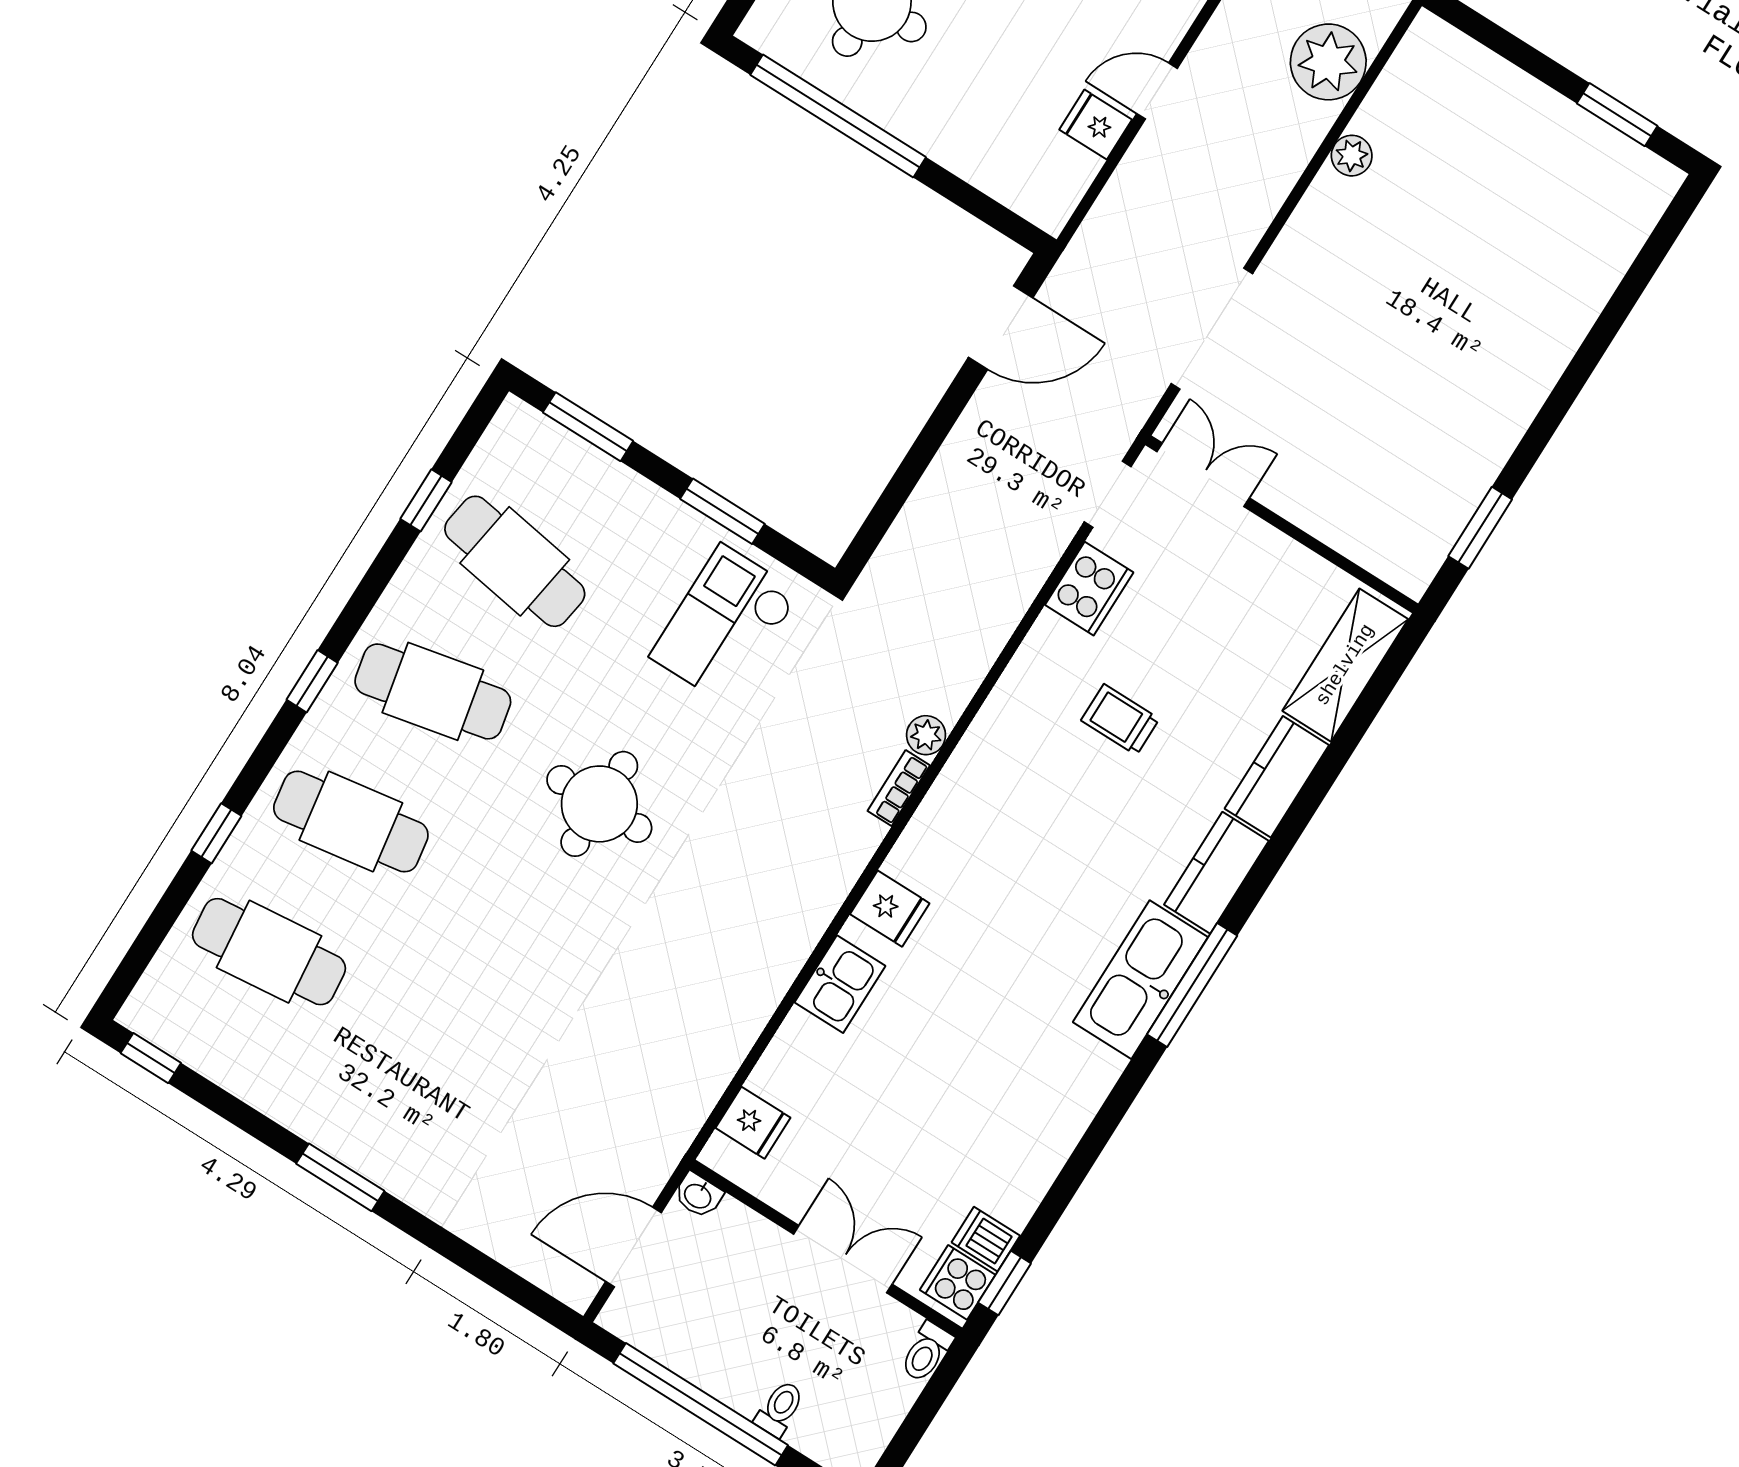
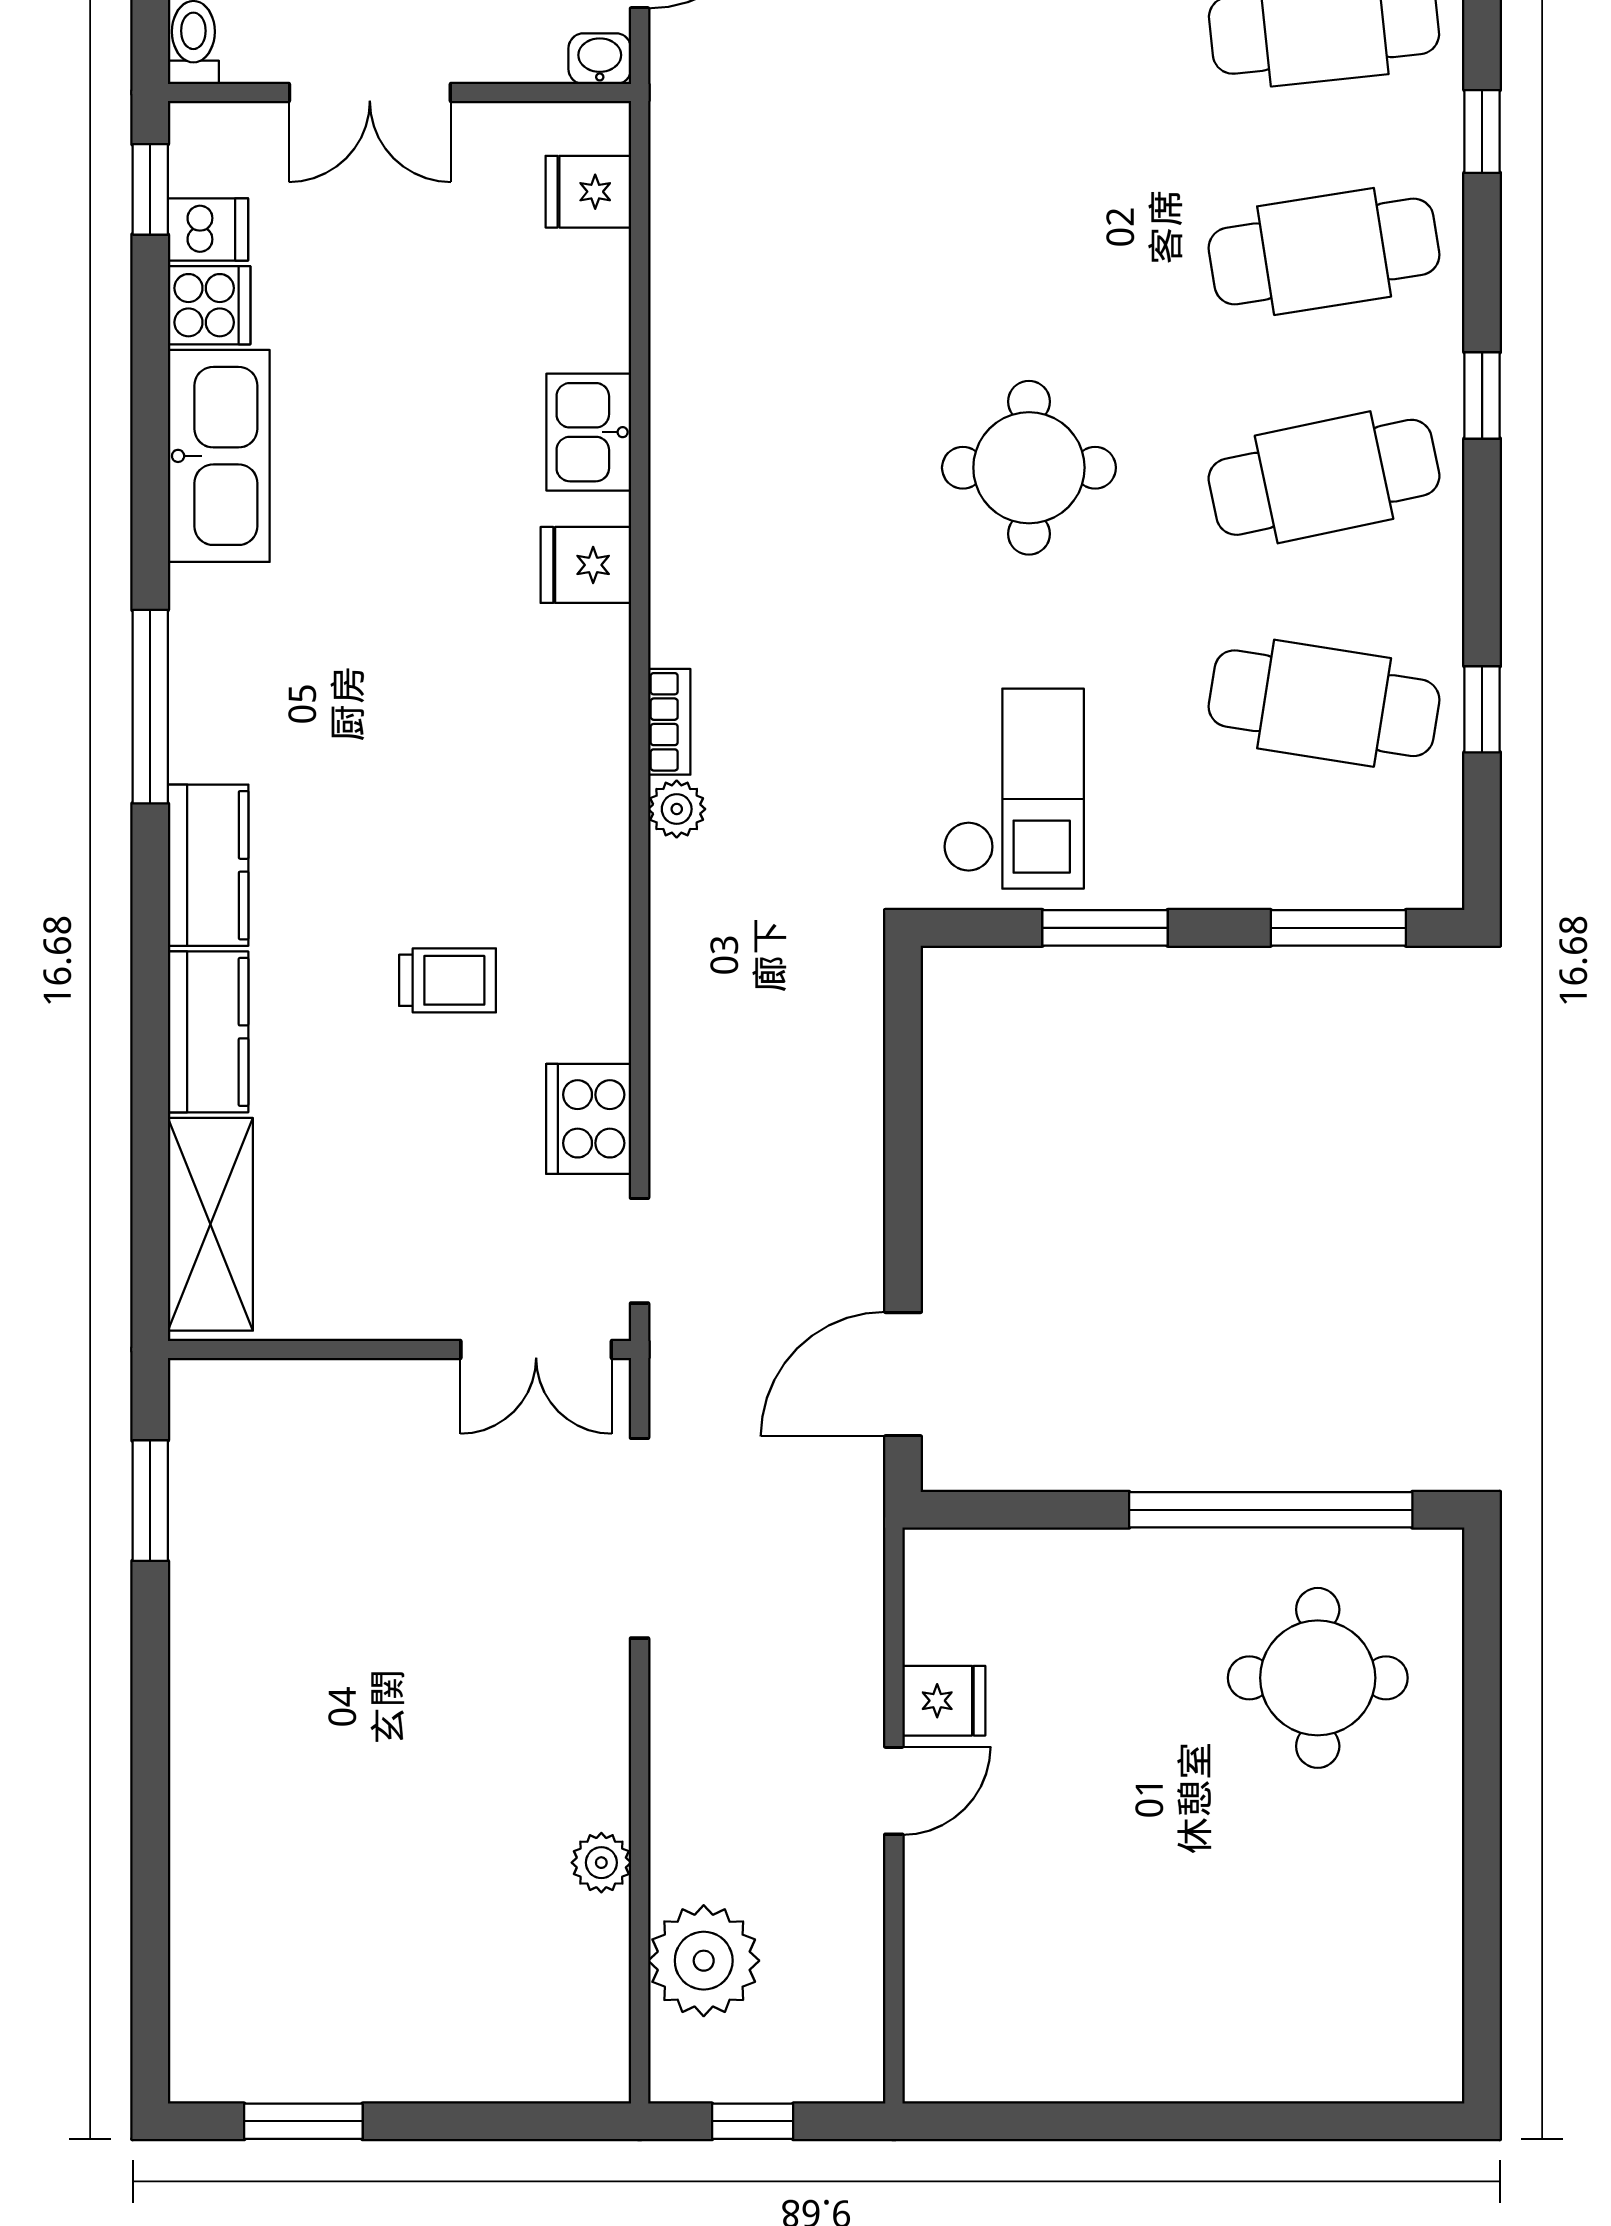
kitchen sink: (1140, 980) -> (219, 456), moved
cooker: (958, 1282) -> (209, 305), moved

